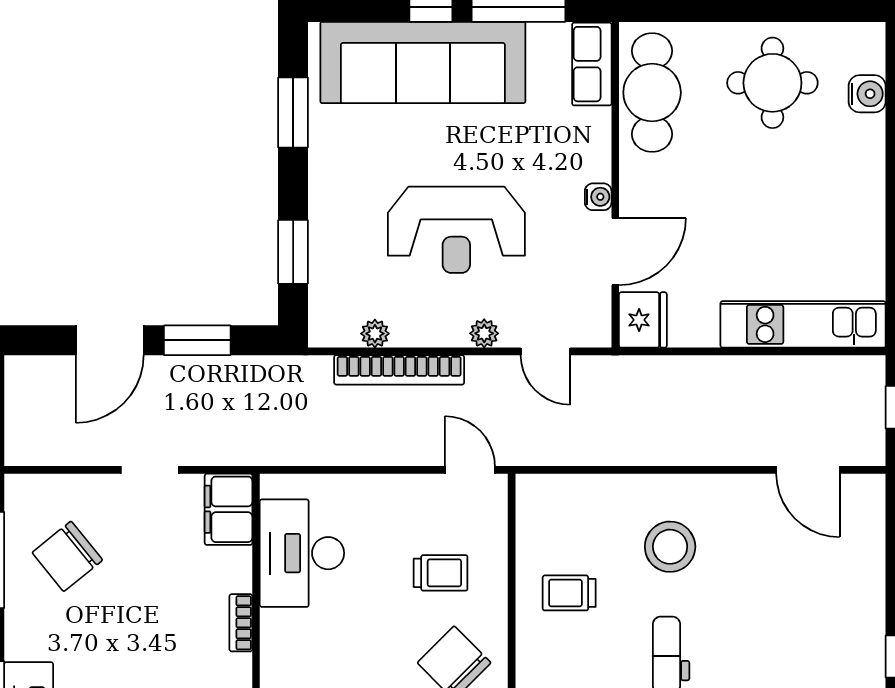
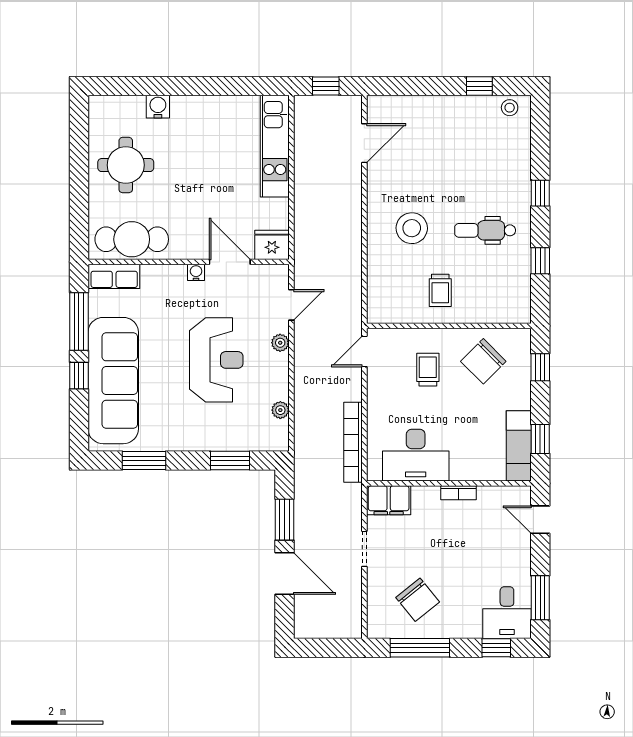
water cooler: (867, 94) -> (158, 107), moved
bookcase: (399, 370) -> (353, 442), moved, turned 180

